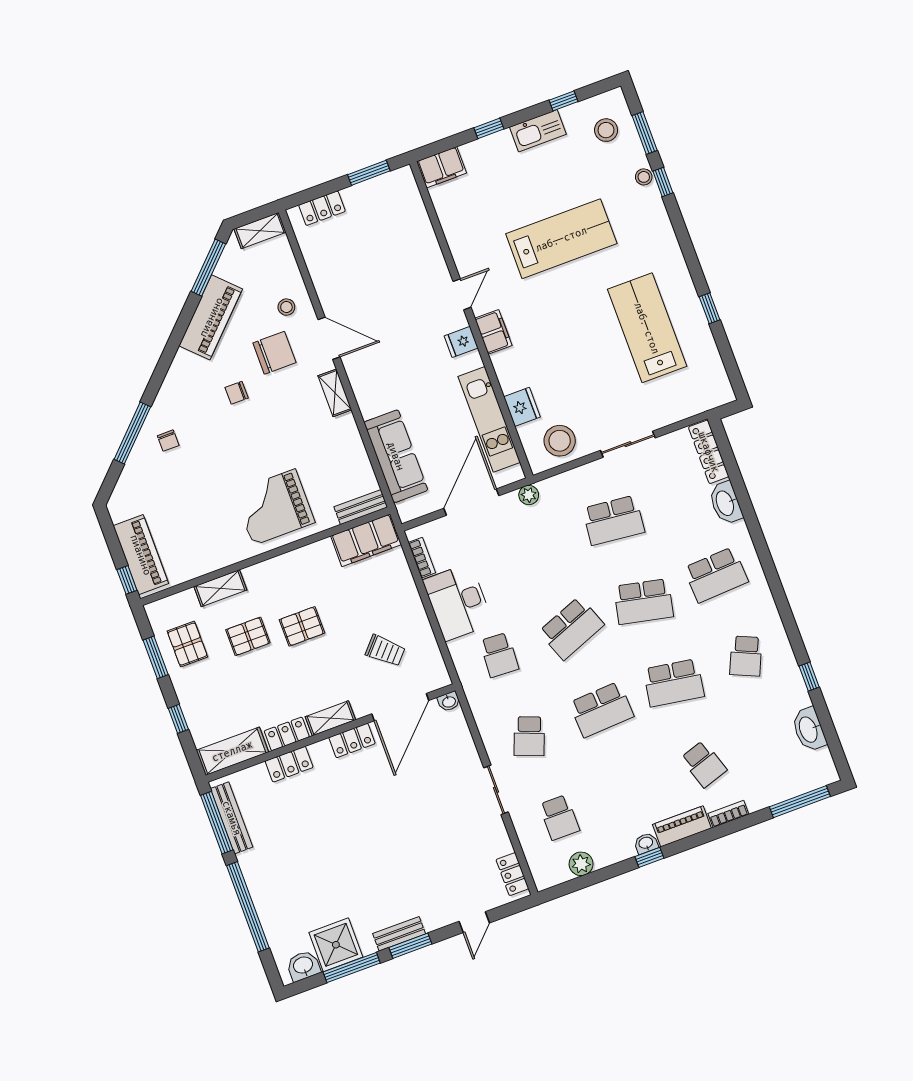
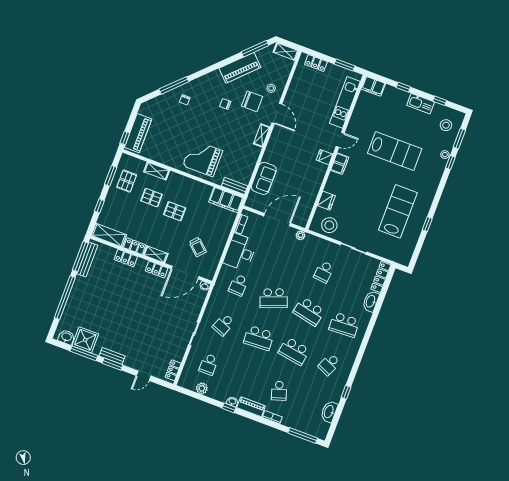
kitchen unit: (489, 419) -> (345, 102), moved
sofa: (396, 456) -> (264, 178), width x0.73
school desk: (614, 520) -> (324, 272), width x0.54

